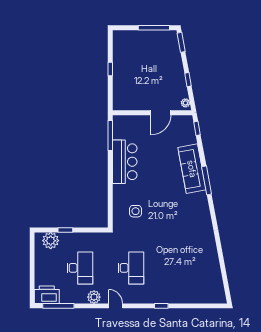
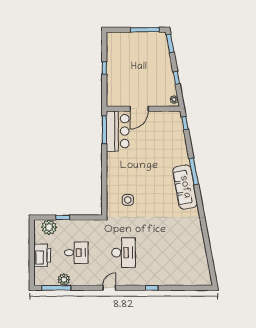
door: (161, 113) -> (139, 109), moved
bar counter: (125, 162) -> (118, 131), moved
sofa: (192, 169) -> (185, 187), moved
desk: (80, 268) -> (76, 253), width x0.73
printer: (47, 295) -> (42, 255), moved, turned 90
plant: (94, 297) -> (64, 280), moved
door: (116, 306) -> (109, 288), hinge flipped

